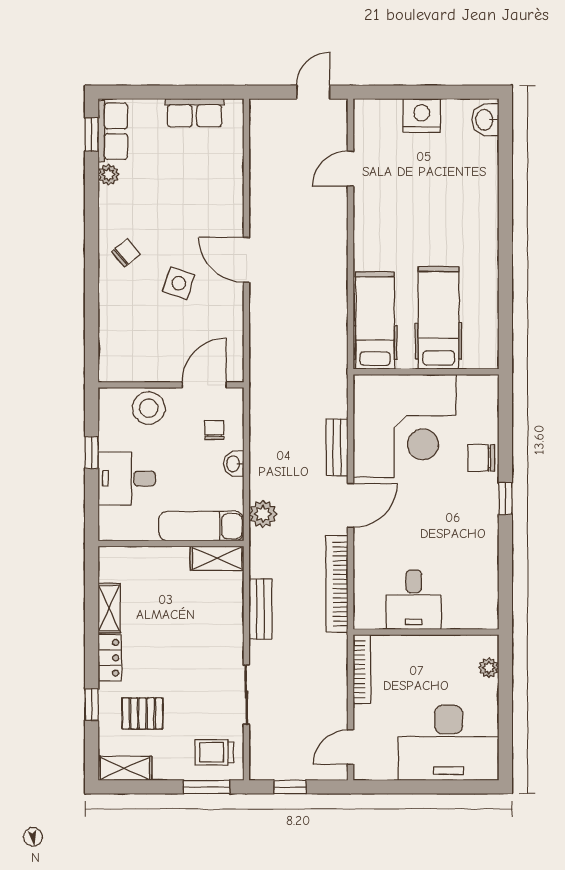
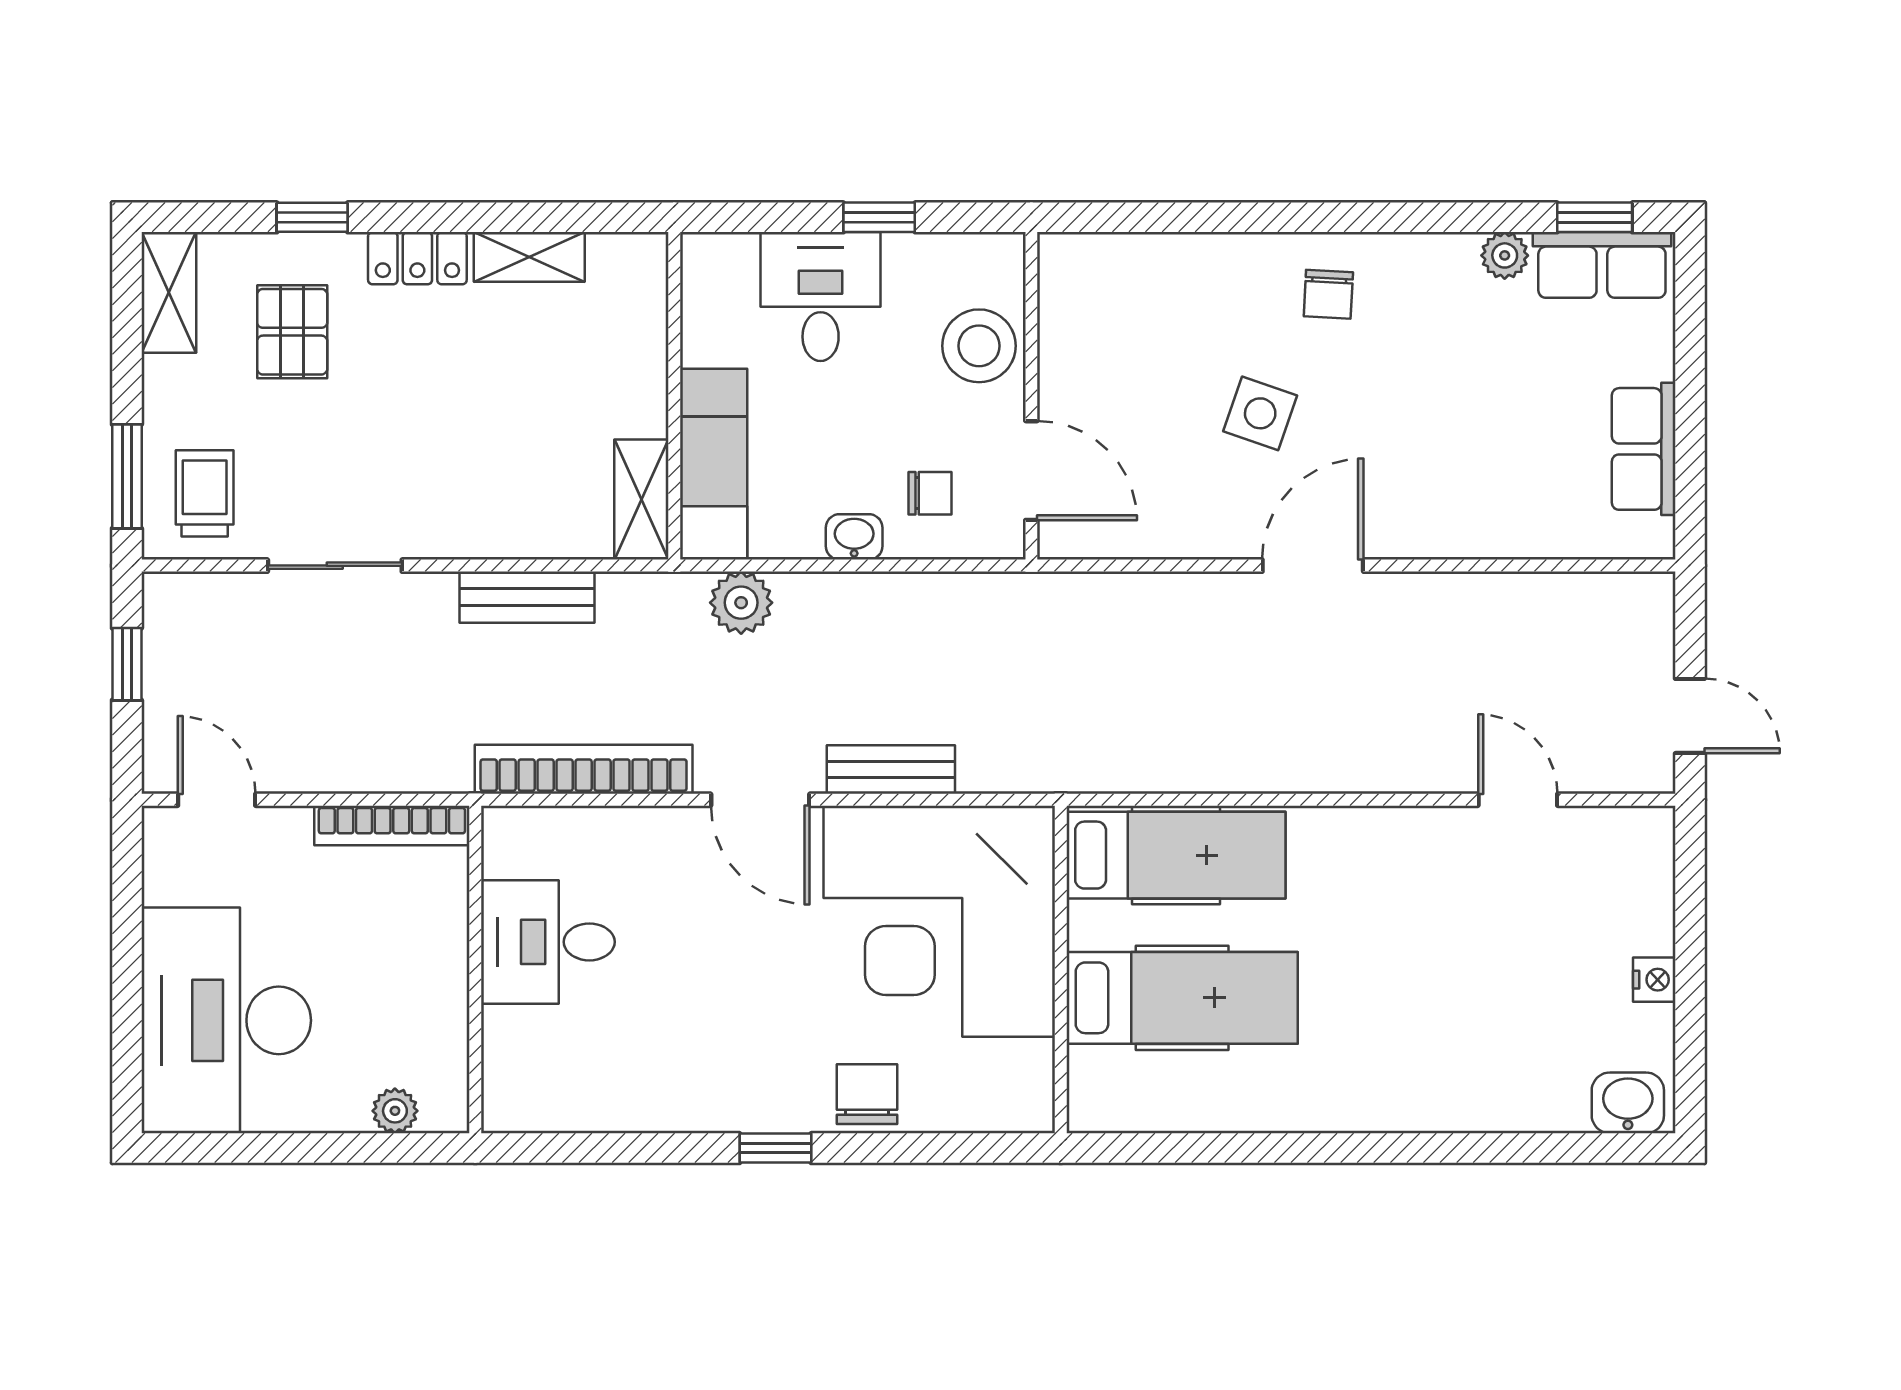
nightstand: (422, 115) -> (1654, 980), width x0.53, depth x0.56
chair: (126, 253) -> (1328, 294), turned 43

